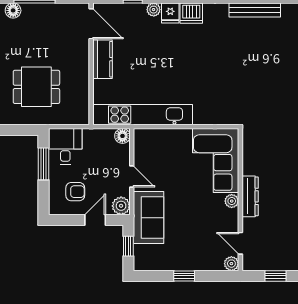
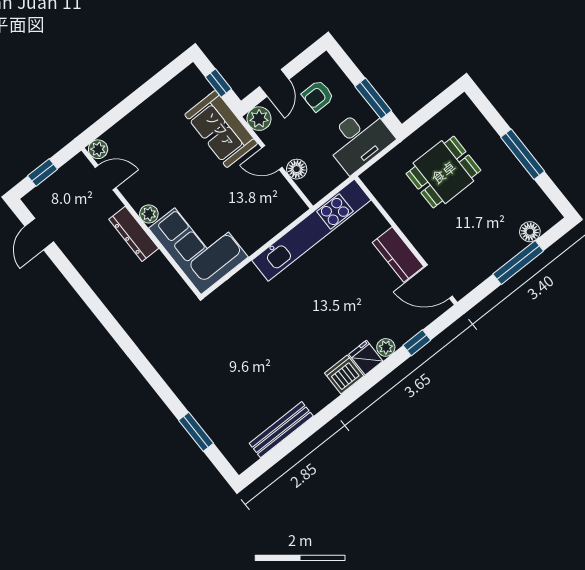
floor lamp: (122, 136) -> (297, 169), moved
desk: (65, 146) -> (359, 139), width x1.37
window: (184, 276) -> (137, 98), removed

